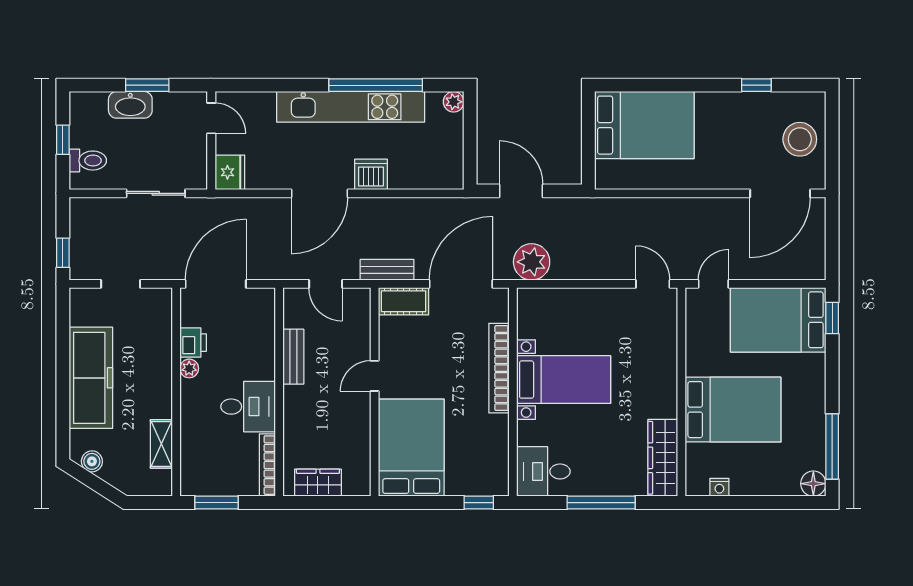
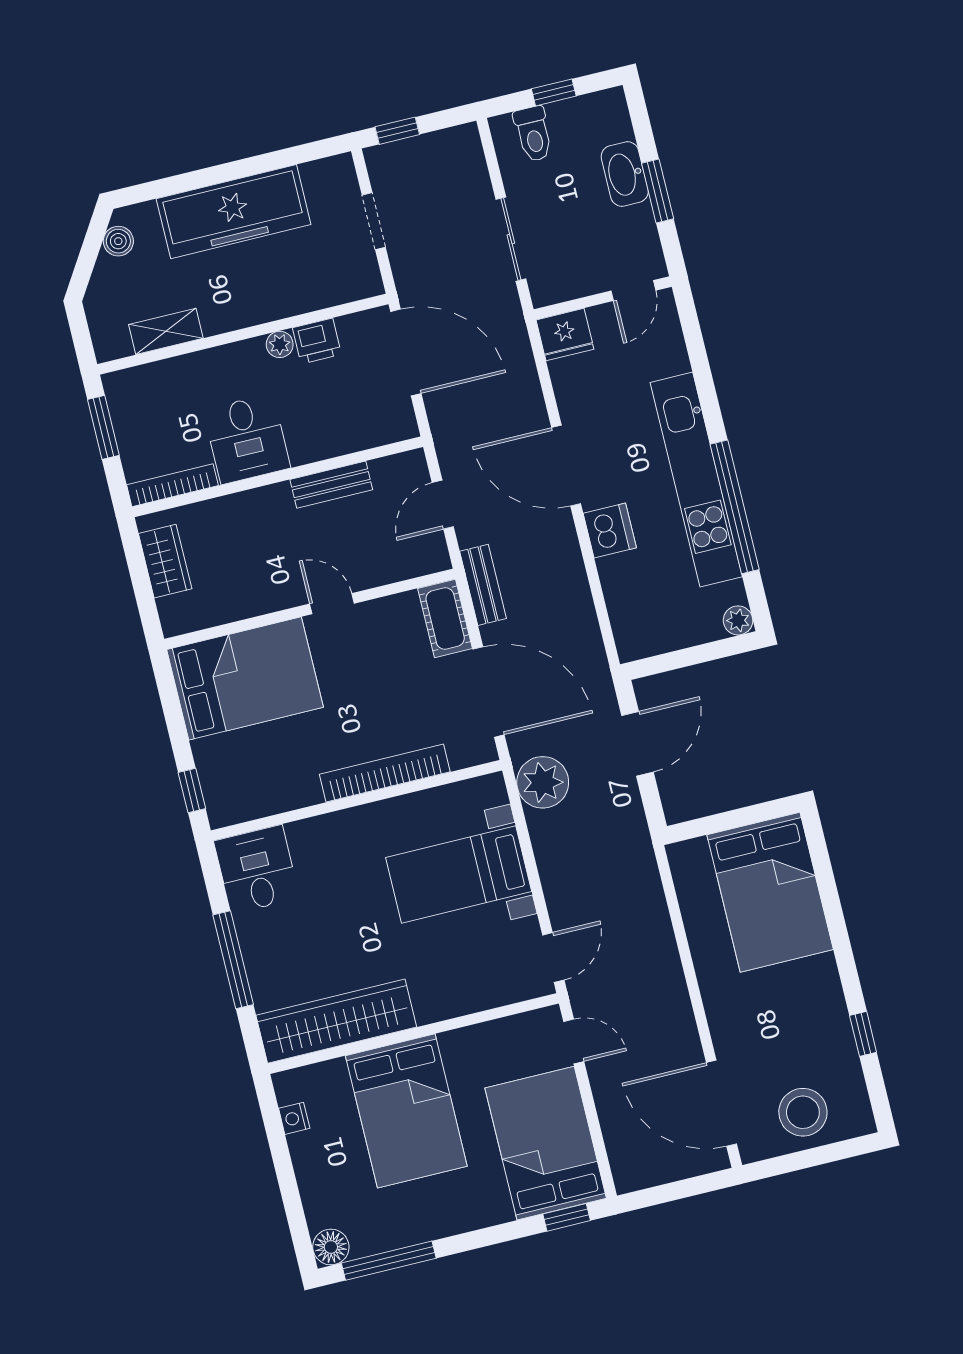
bed with nightstands: (564, 380) -> (459, 875), moved, turned 90
wardrobe: (663, 458) -> (336, 1021), width x1.40, depth x1.17

